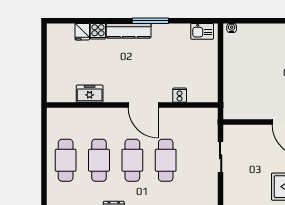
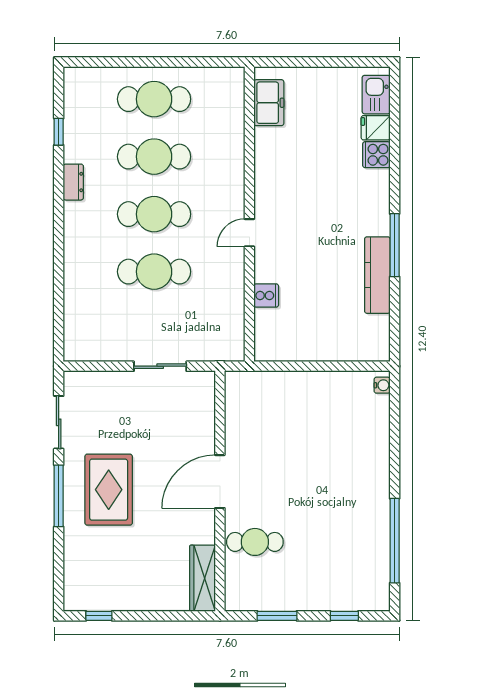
kitchen counter: (129, 31) -> (377, 275), moved
kitchen sink: (202, 31) -> (376, 95), moved
freezer: (90, 94) -> (269, 103), moved
door: (143, 105) -> (249, 233), width x0.53

